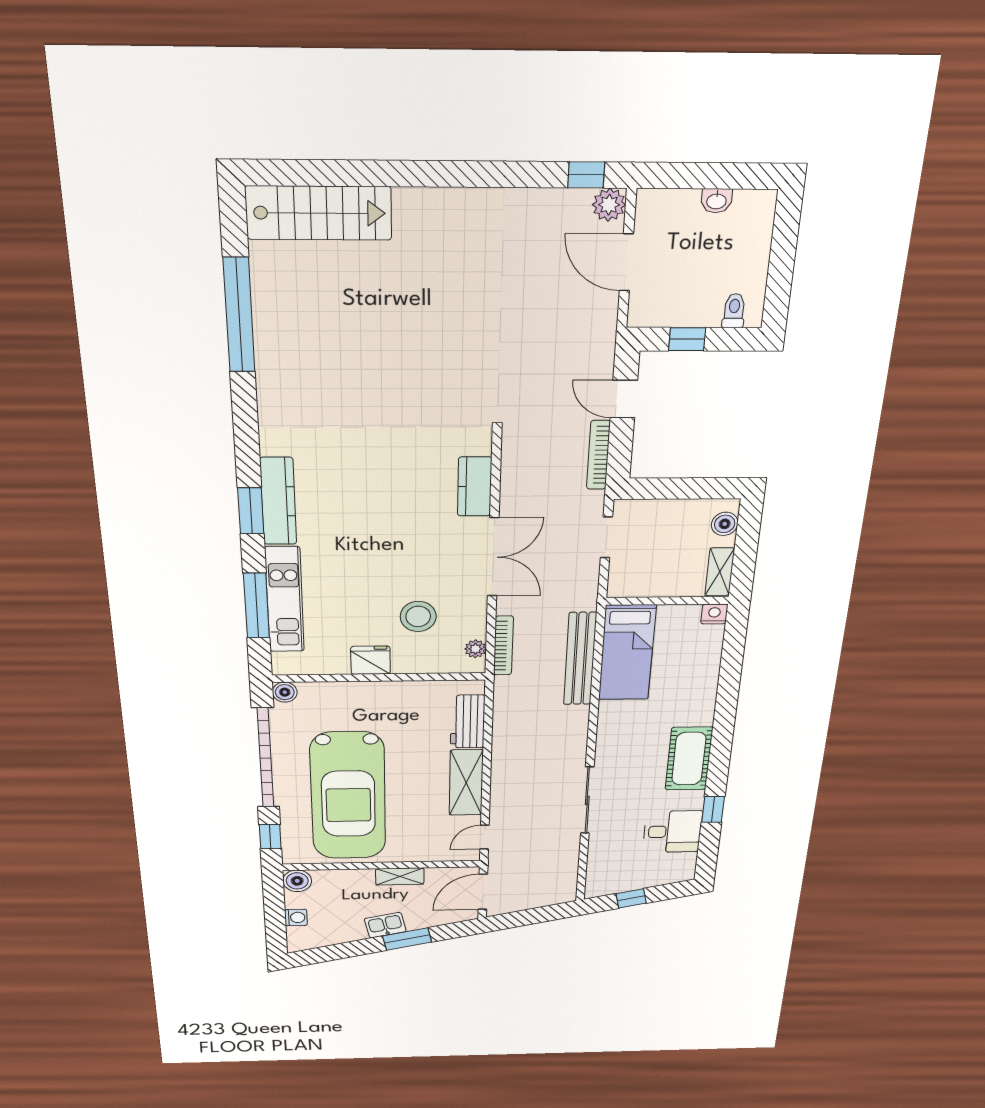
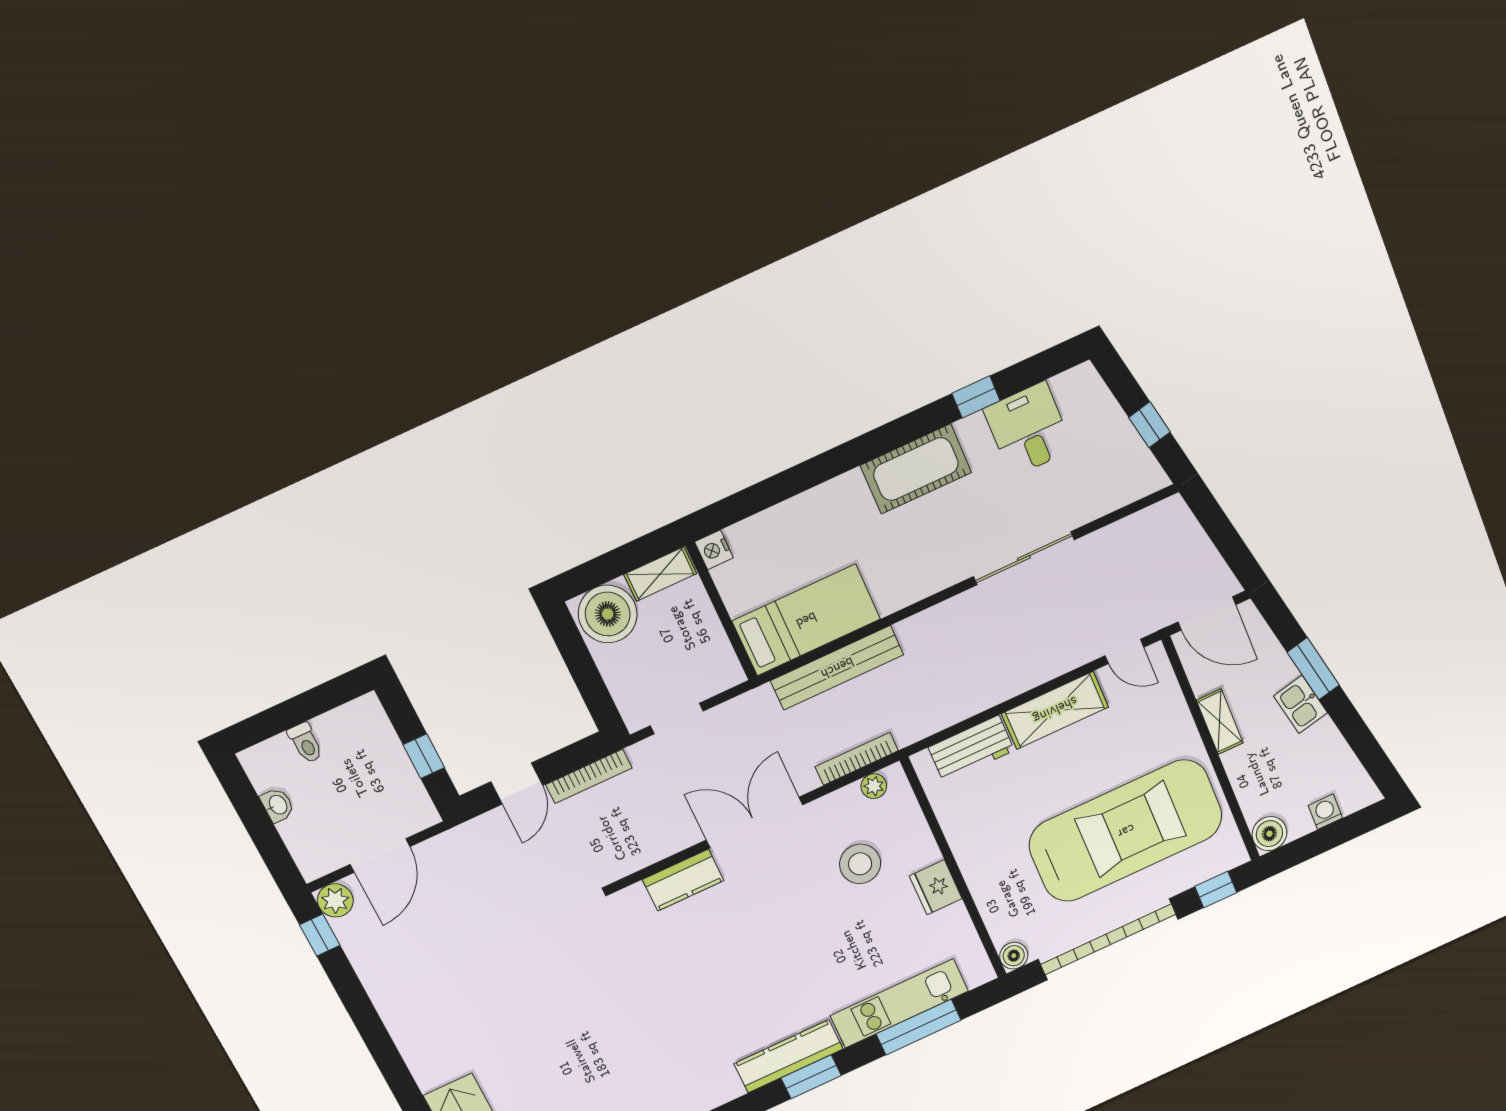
toilet: (734, 311) -> (306, 743), moved, turned -90
boiler: (725, 524) -> (608, 614), width x1.86, depth x1.86

